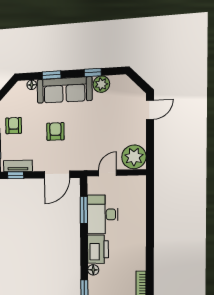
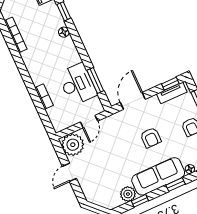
door: (150, 110) -> (69, 172), moved
bookcase: (141, 217) -> (44, 97), added
printer: (98, 249) -> (68, 52), removed

